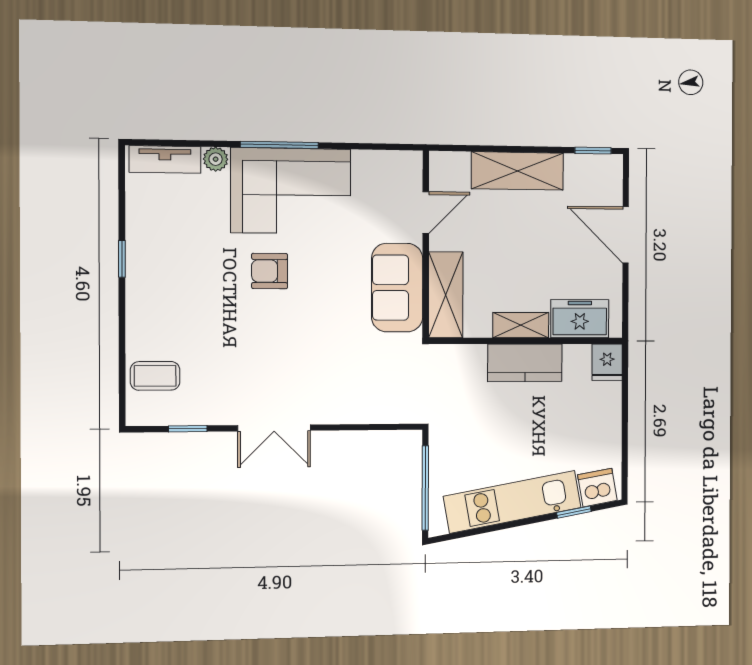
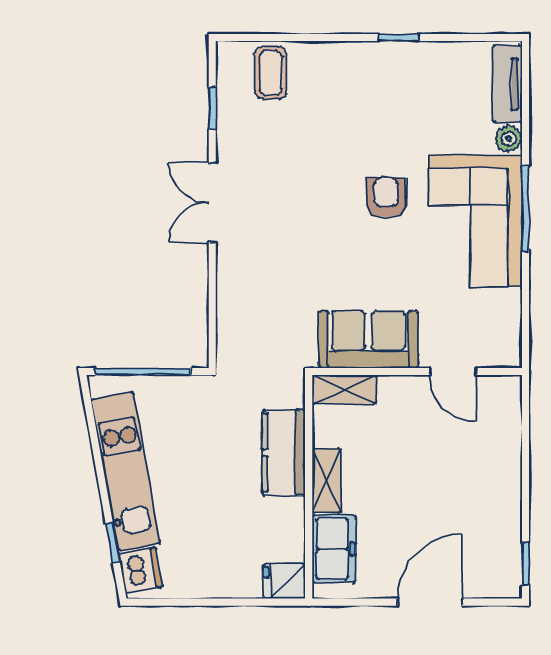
shelving: (517, 171) -> (501, 476), removed
shelving: (446, 295) -> (344, 389), width x0.67, depth x0.75
kitchen counter: (525, 363) -> (284, 453), moved

